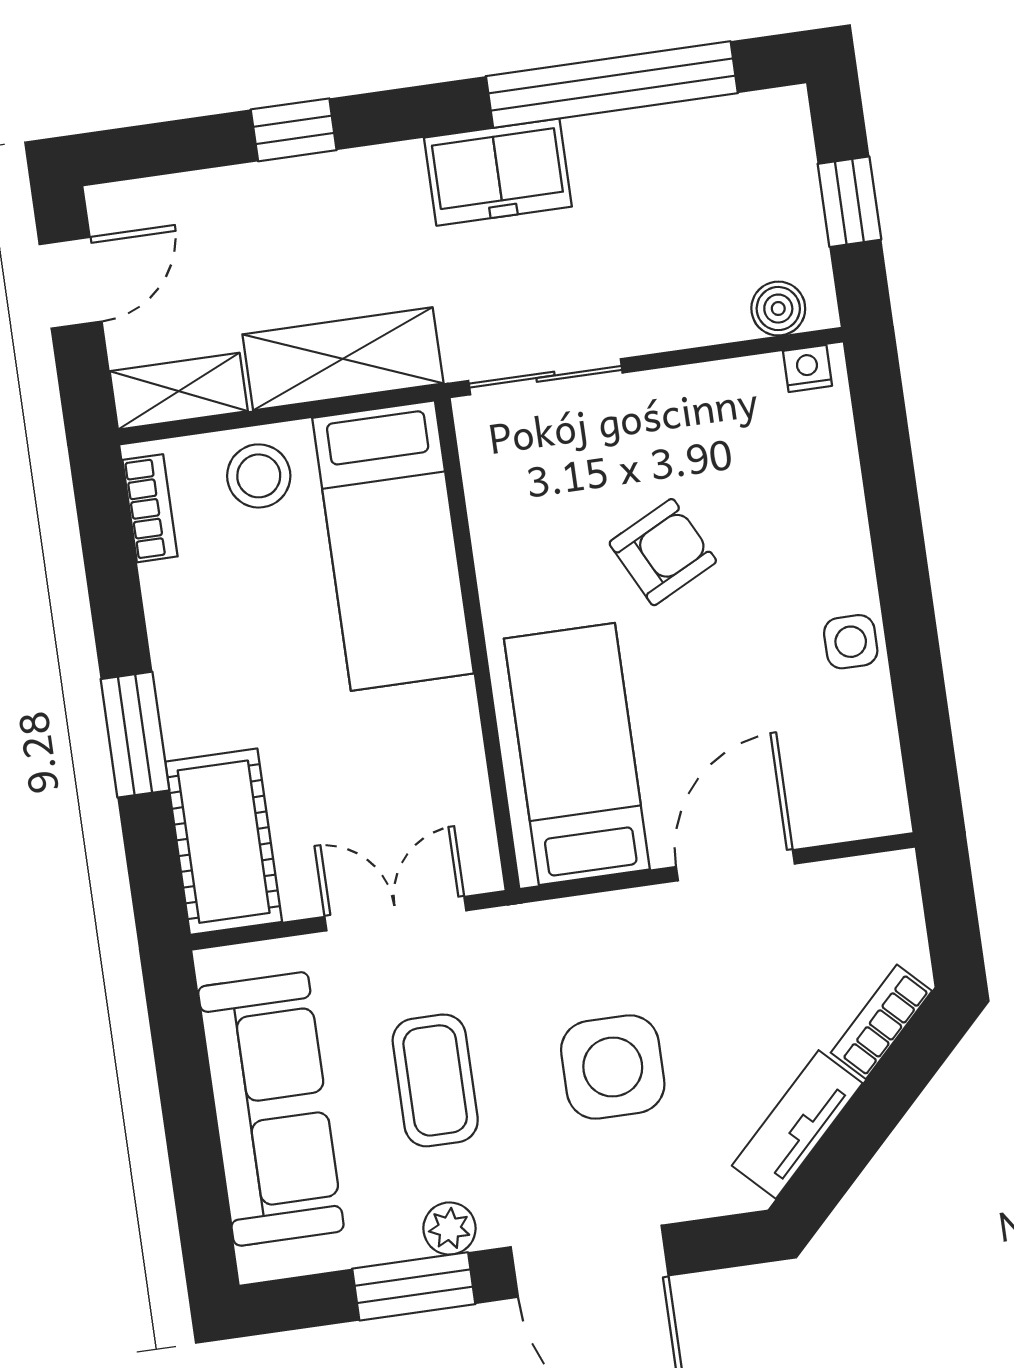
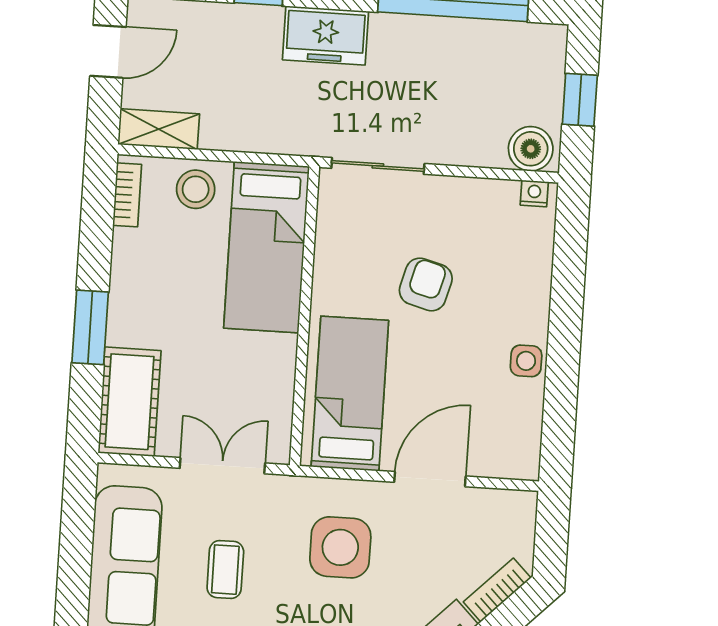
freezer: (498, 172) -> (326, 36), moved
boiler: (778, 309) -> (531, 149), width x1.36, depth x1.36
shelving: (343, 359) -> (260, 130), removed
armchair: (663, 552) -> (426, 284), turned -48
side table: (613, 1067) -> (340, 547), moved
coffee table: (435, 1080) -> (225, 570), width x0.73, depth x0.77

